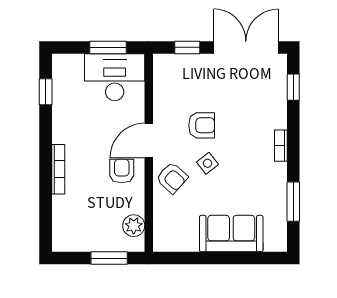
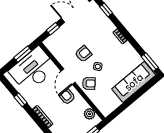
desk: (115, 77) -> (33, 70), width x1.36, depth x1.30
window: (46, 92) -> (21, 100), moved
window: (293, 202) -> (150, 62), moved
sofa: (231, 234) -> (134, 82), width x1.36

